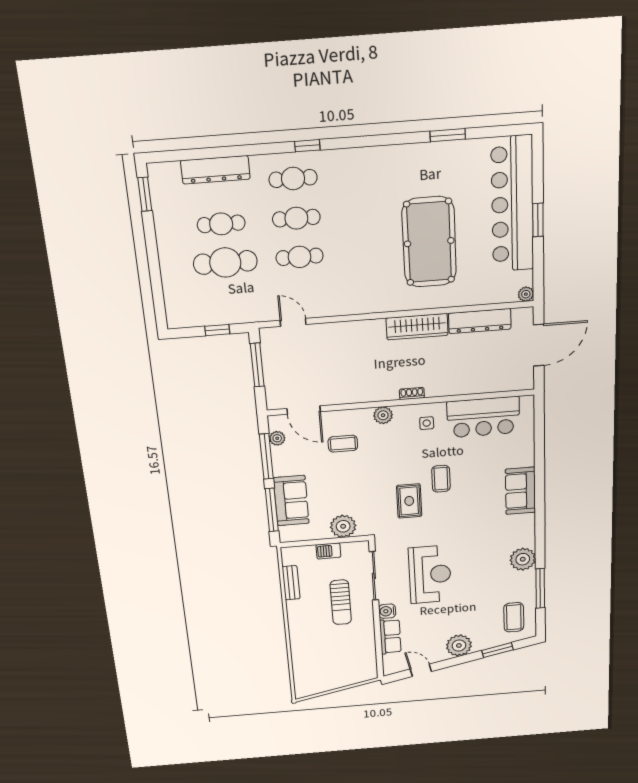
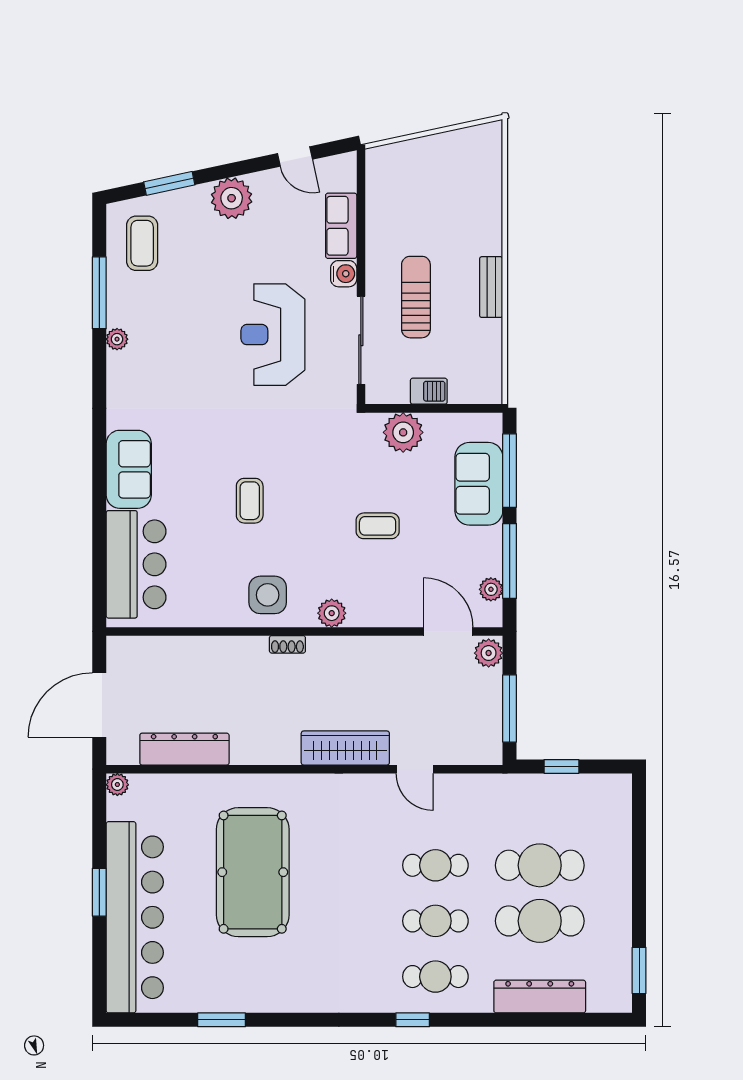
cafe table: (221, 224) -> (540, 921), width x1.37, depth x1.35
door: (293, 322) -> (415, 769), moved
wardrobe: (417, 327) -> (345, 748), moved
plant: (275, 399) -> (489, 653), added
bar counter: (483, 417) -> (136, 564), moved, turned 90
side table: (427, 423) -> (268, 595), width x1.87, depth x1.87
coffee table: (343, 444) -> (378, 526), moved
rug: (409, 501) -> (300, 467), removed
plant: (523, 559) -> (117, 339), width x0.53, depth x0.53
bench: (291, 583) -> (491, 287), moved

